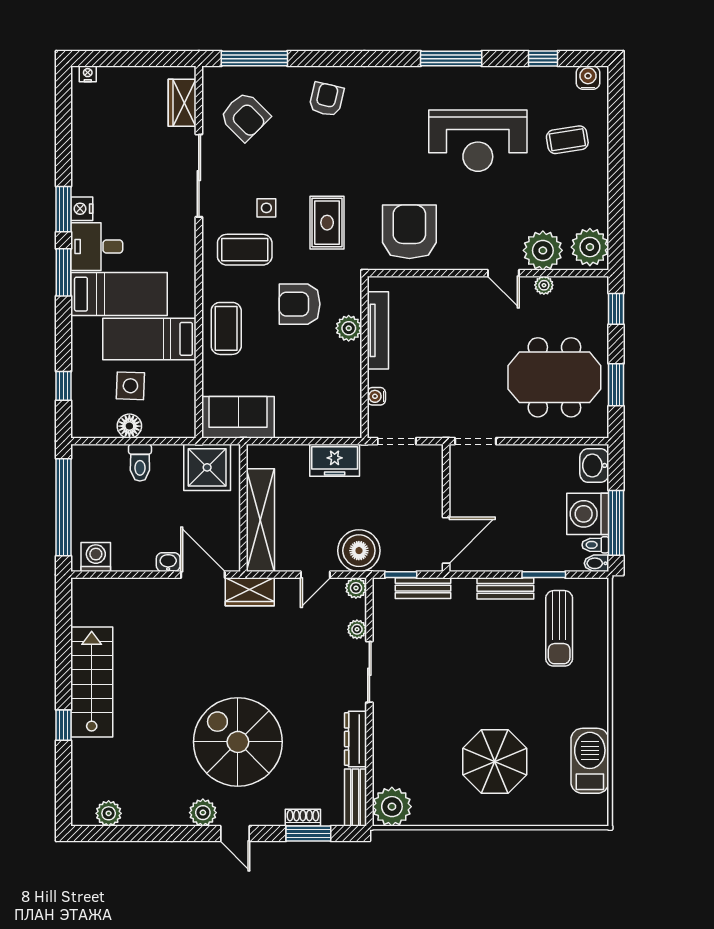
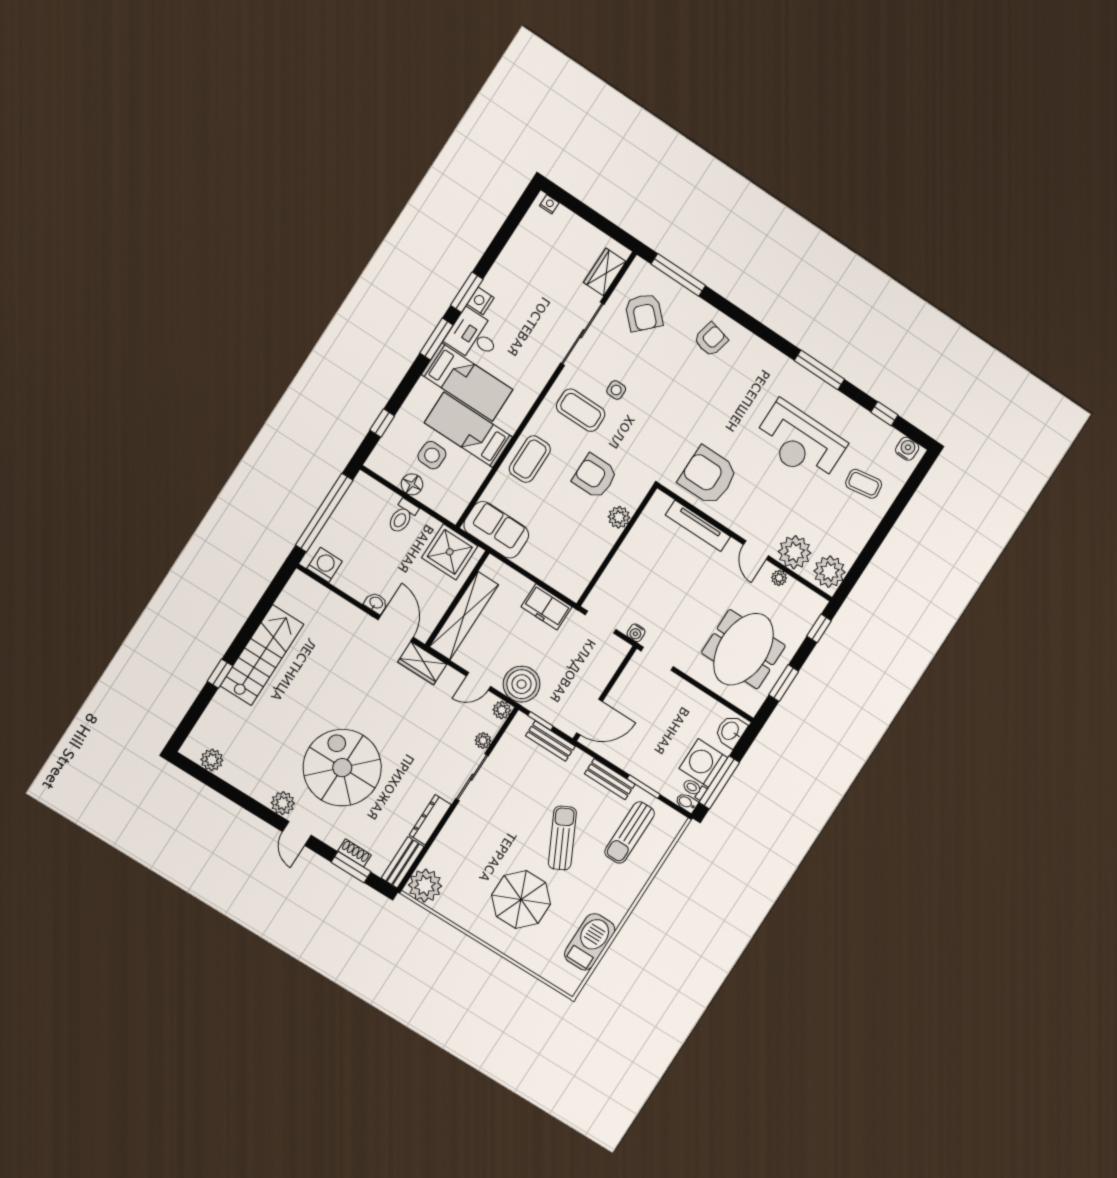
rug: (327, 223) -> (653, 430), removed
armchair: (409, 232) -> (708, 476), turned -90
tv unit: (378, 330) -> (698, 526), moved, turned 90
meeting table: (554, 377) -> (743, 649), turned 90
water cooler: (376, 396) -> (636, 633), moved, turned -90
sun lounger: (496, 675) -> (562, 838), added

